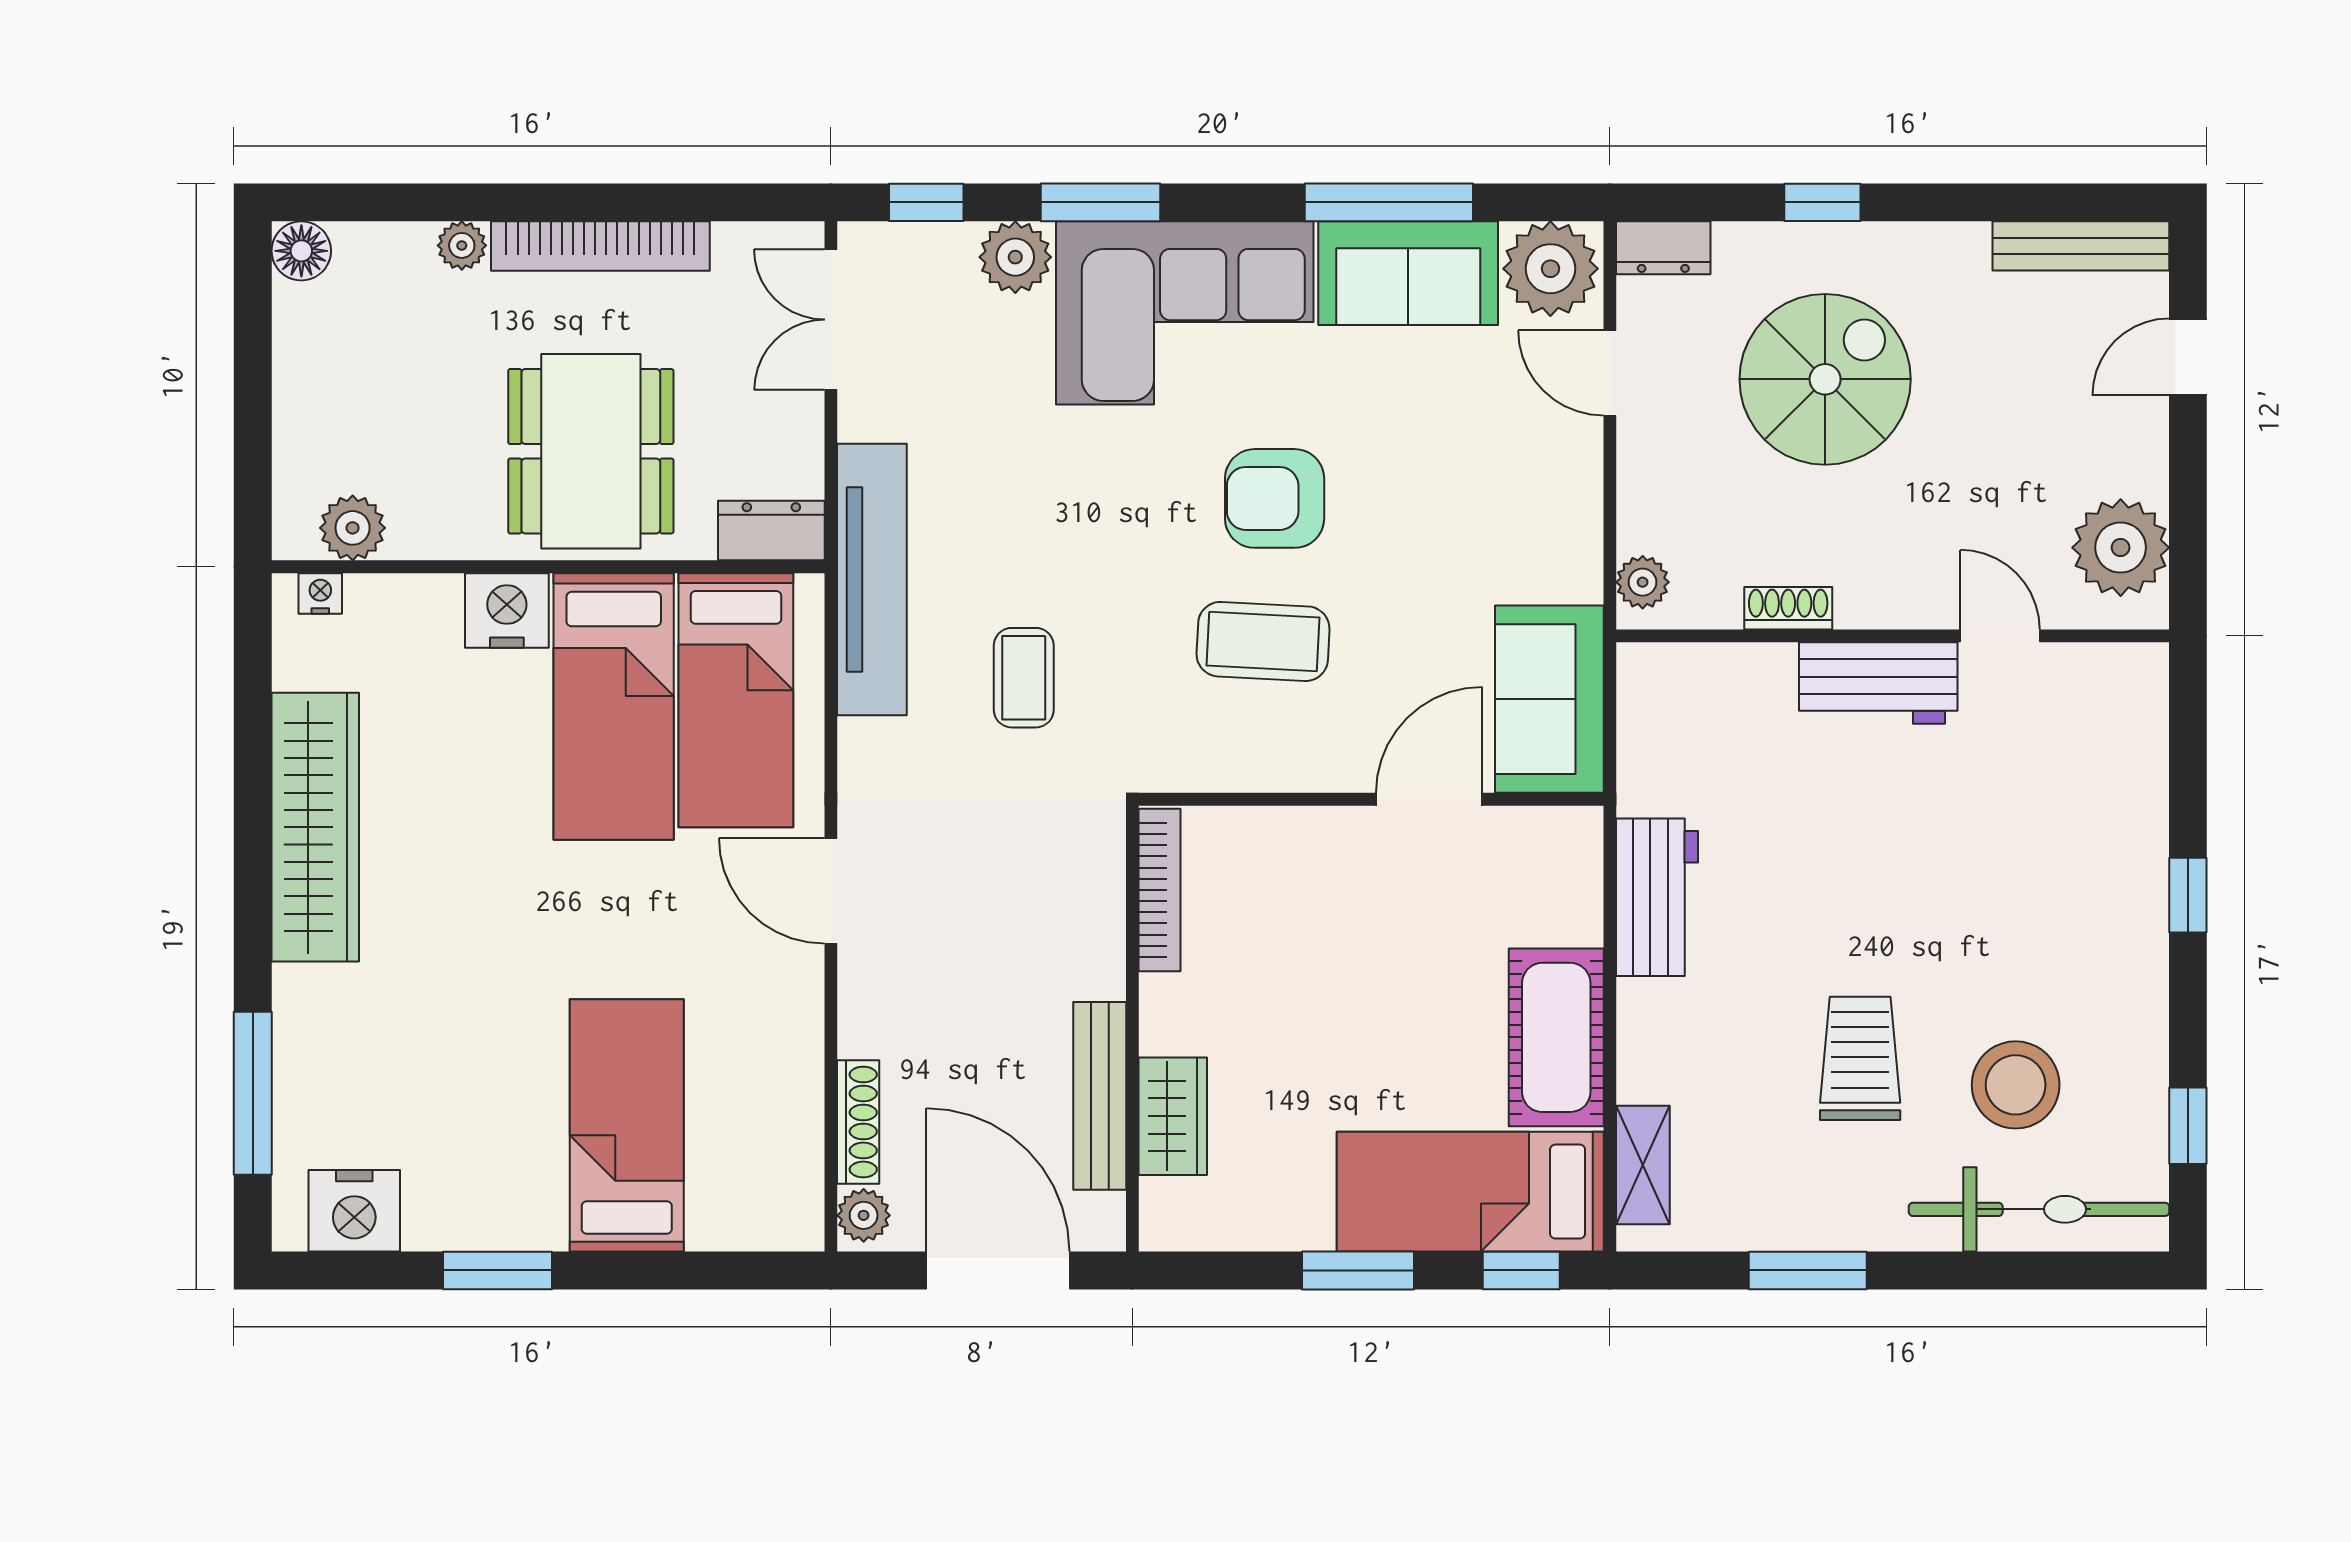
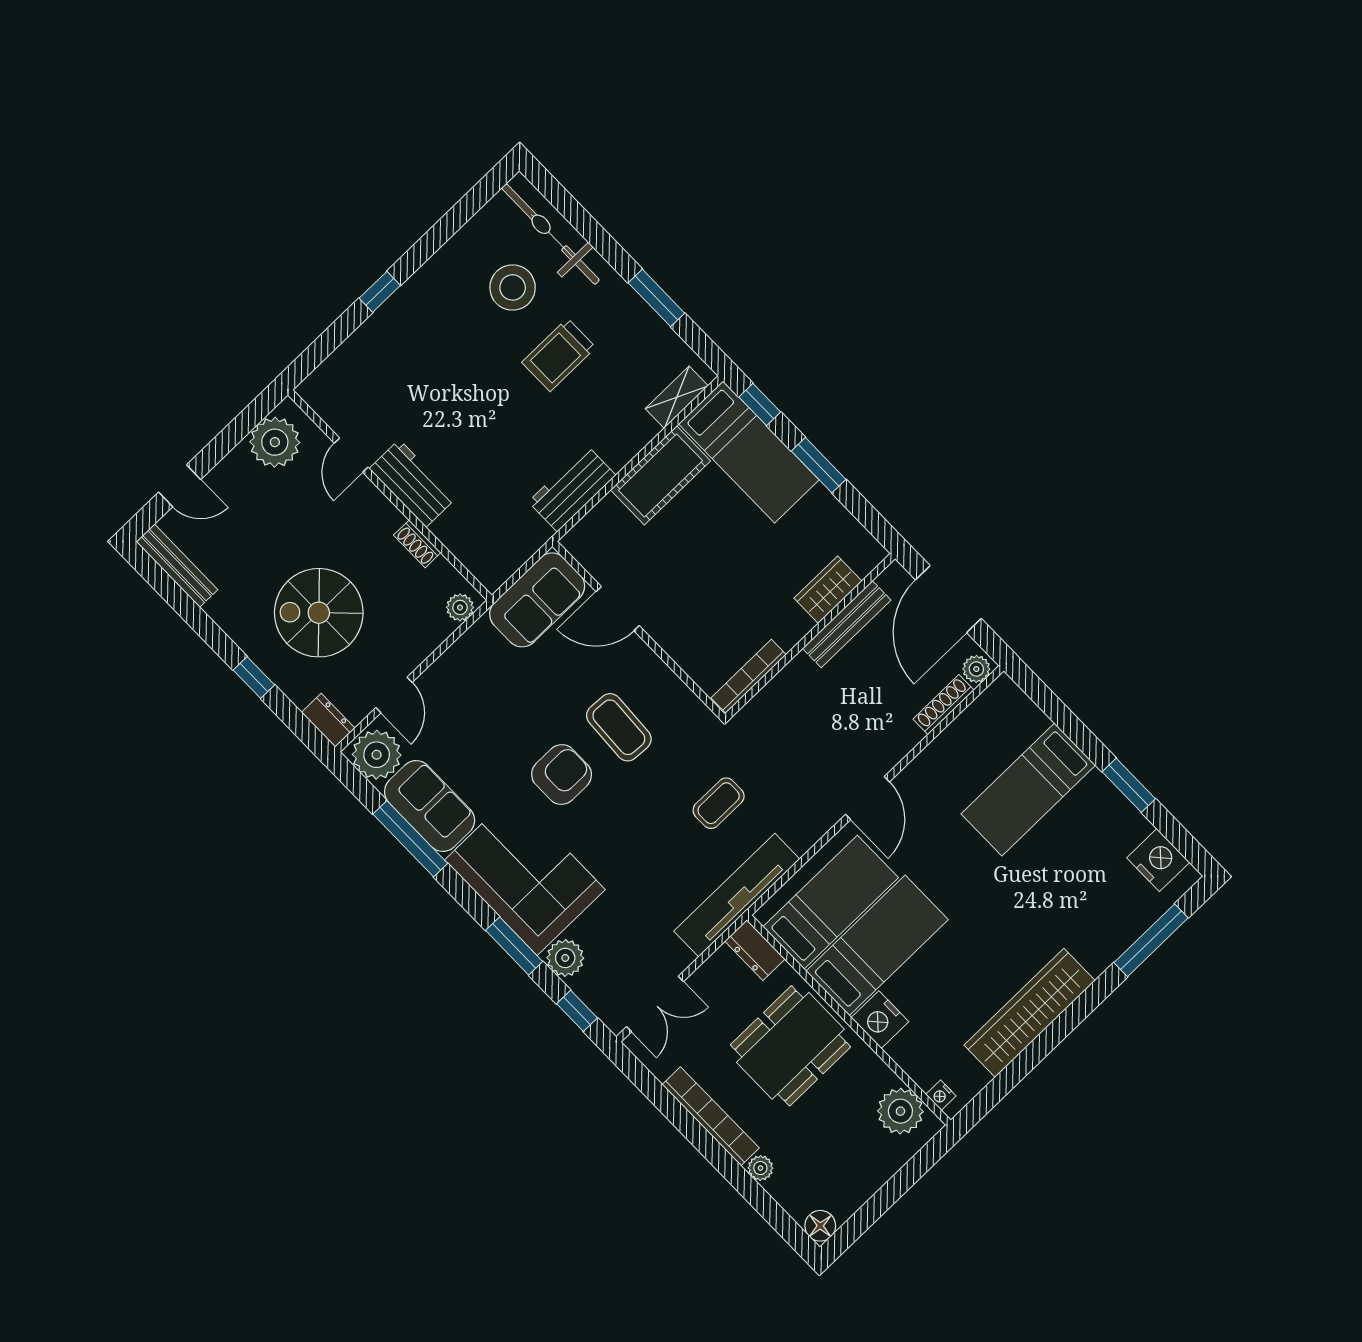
armchair: (1275, 498) -> (562, 775), turned -90
plant: (353, 528) -> (900, 1111), width x1.36, depth x1.36
window: (2188, 1126) -> (466, 209), removed

